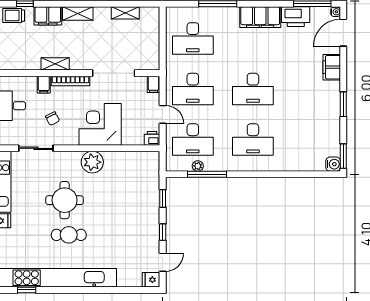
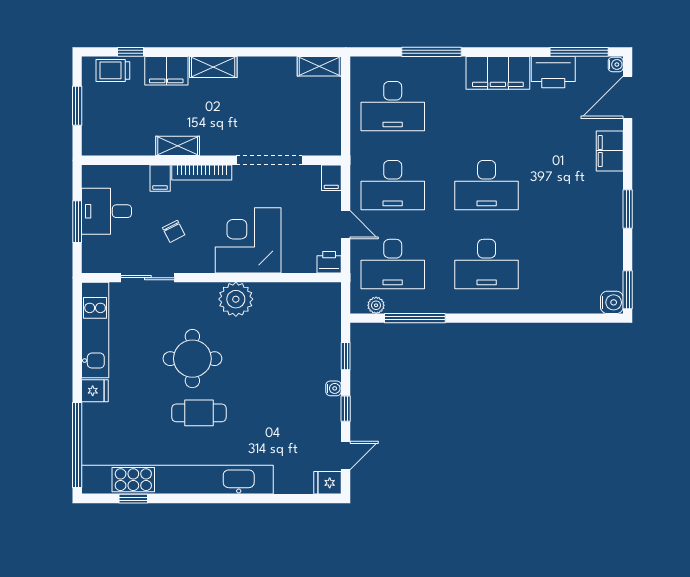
shelving: (125, 13) -> (319, 66), moved
plant: (198, 166) -> (376, 305), moved
water cooler: (155, 219) -> (333, 388), added

